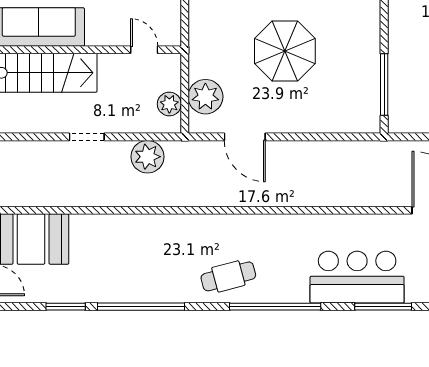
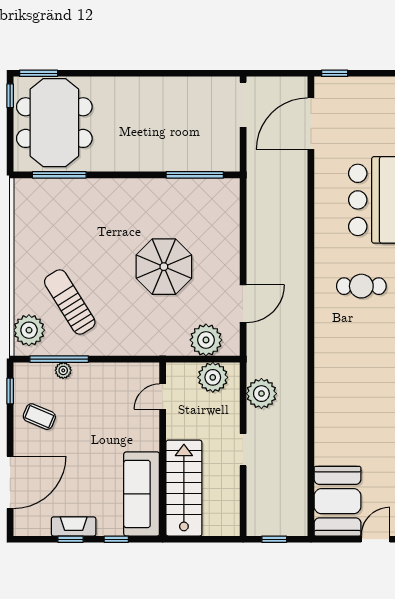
plant: (169, 104) -> (213, 377), width x1.36, depth x1.36
cafe table: (228, 276) -> (361, 286), moved, turned -75

